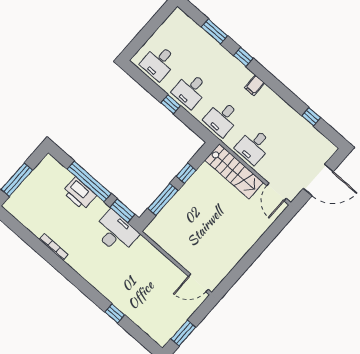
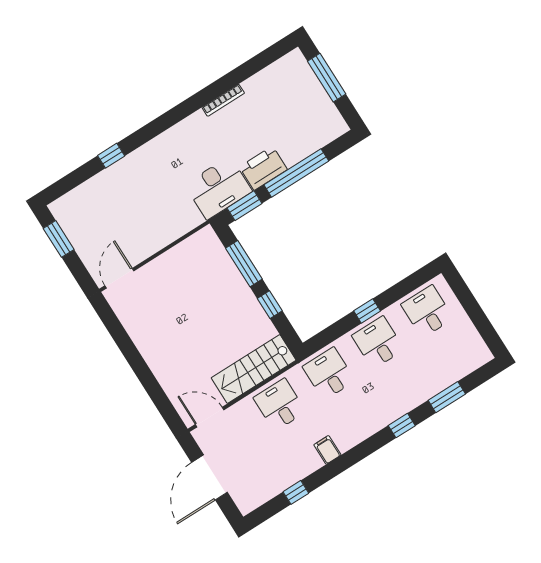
filing cabinet: (255, 85) -> (327, 450), moved
printer: (79, 194) -> (263, 168), moved

